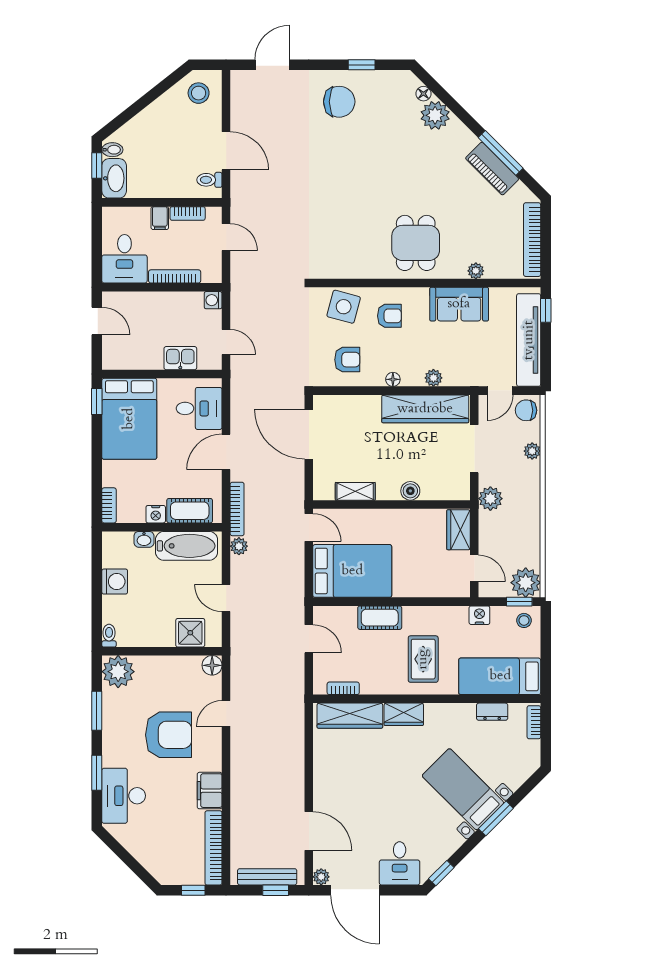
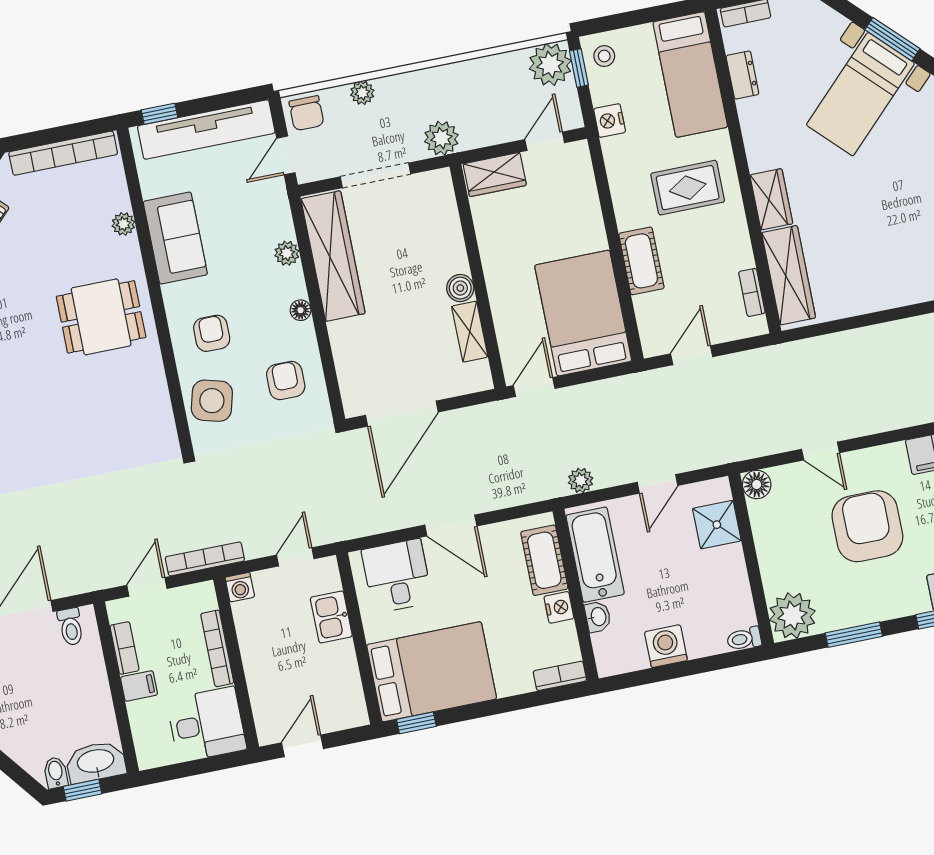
door: (500, 391) -> (286, 155), swing flipped
boiler: (410, 491) -> (460, 288), moved
bookcase: (237, 509) -> (205, 559), moved

